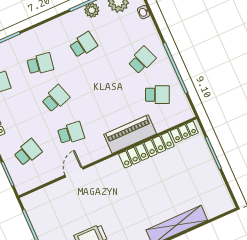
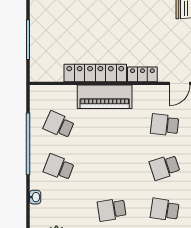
washbasin: (144, 12) -> (35, 197), moved
school desk: (142, 60) -> (59, 167), turned 42
locker: (184, 132) -> (142, 74), moved

